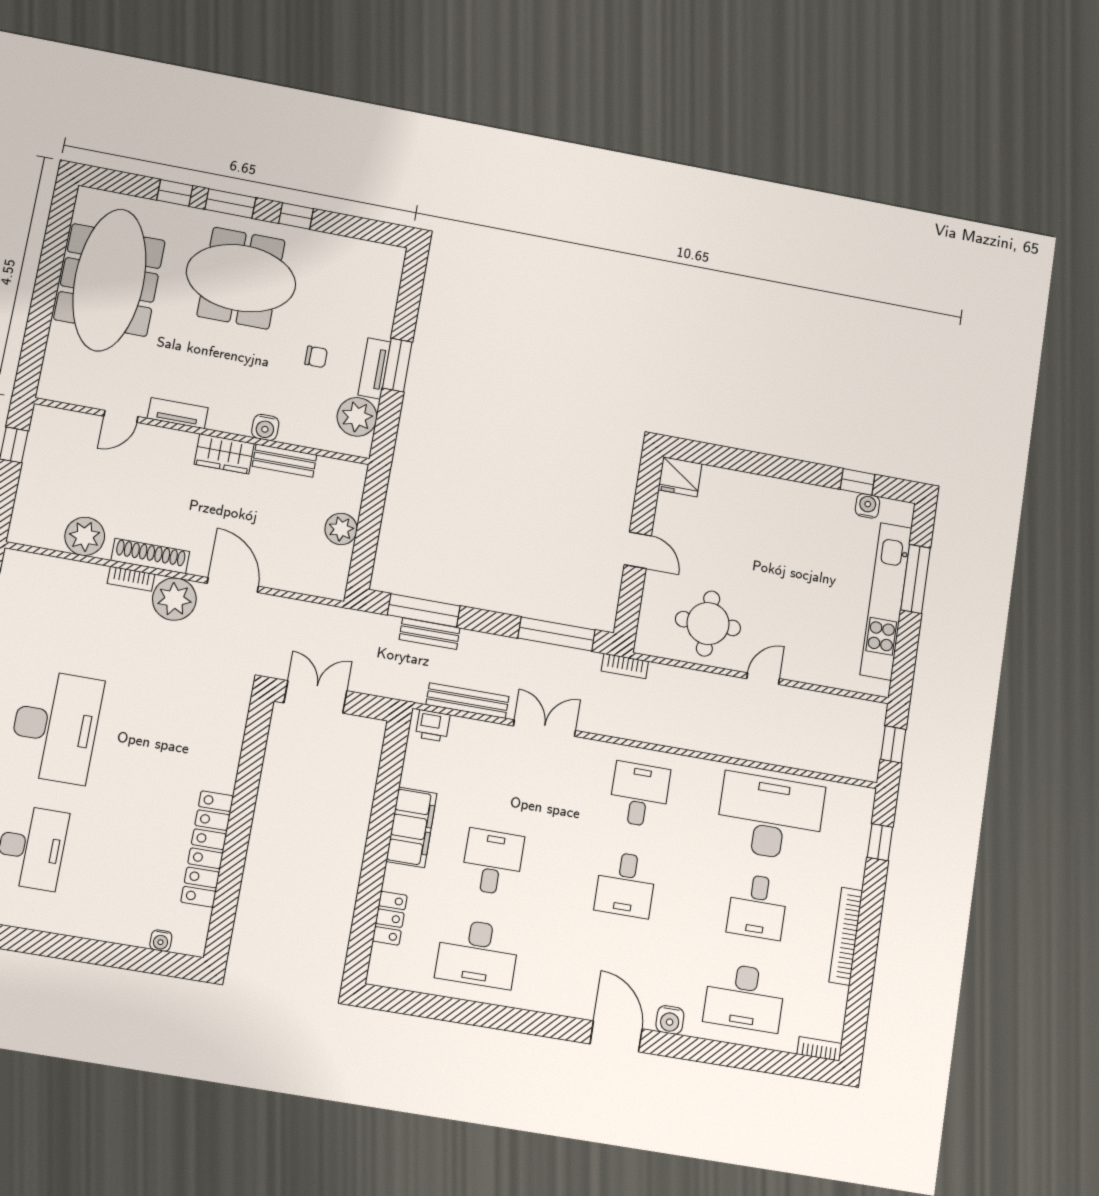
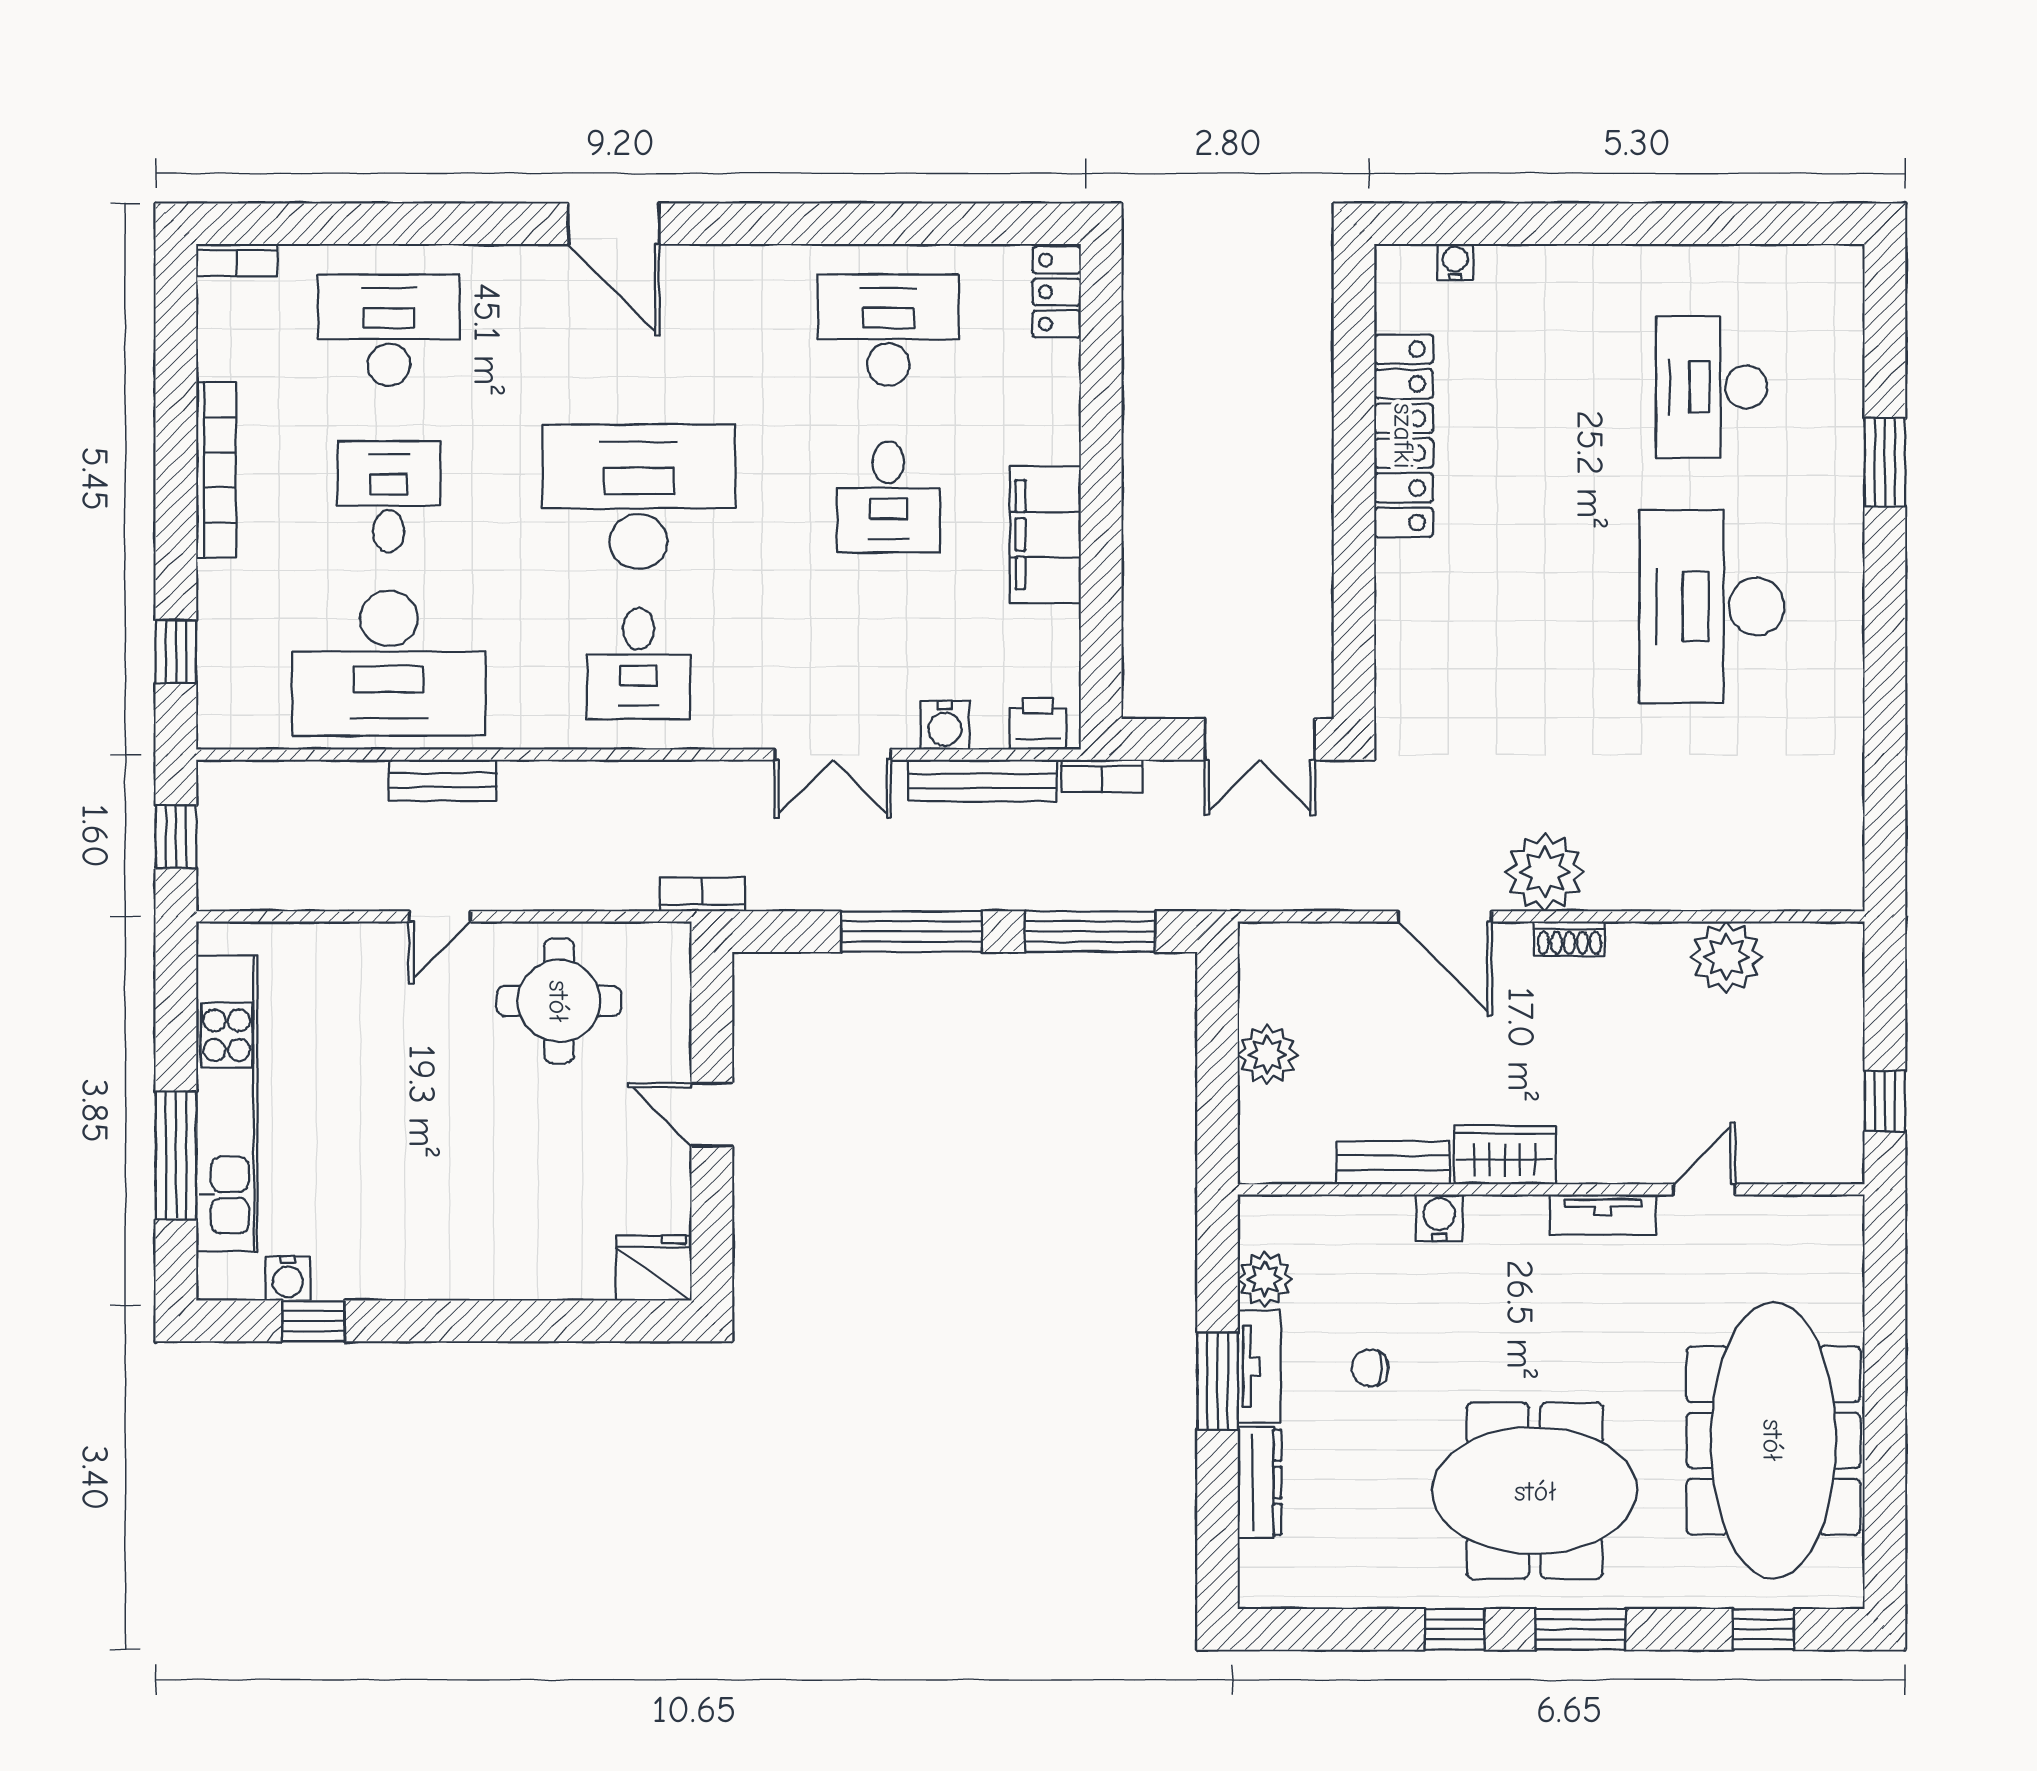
window: (175, 193) -> (1763, 1629), moved
dresser: (385, 309) -> (1260, 1482), added
plant: (357, 417) -> (1265, 1279), width x0.73, depth x0.73
shoe rack: (150, 556) -> (1569, 939), width x0.51, depth x0.81
bookcase: (131, 579) -> (1102, 776), moved, turned 180
bench: (430, 634) -> (443, 780), moved
window: (557, 634) -> (912, 932), moved
desk: (626, 884) -> (639, 497), width x1.87, depth x1.30
locker: (390, 918) -> (1057, 292), moved
water cooler: (670, 1020) -> (945, 725), moved, turned 180

